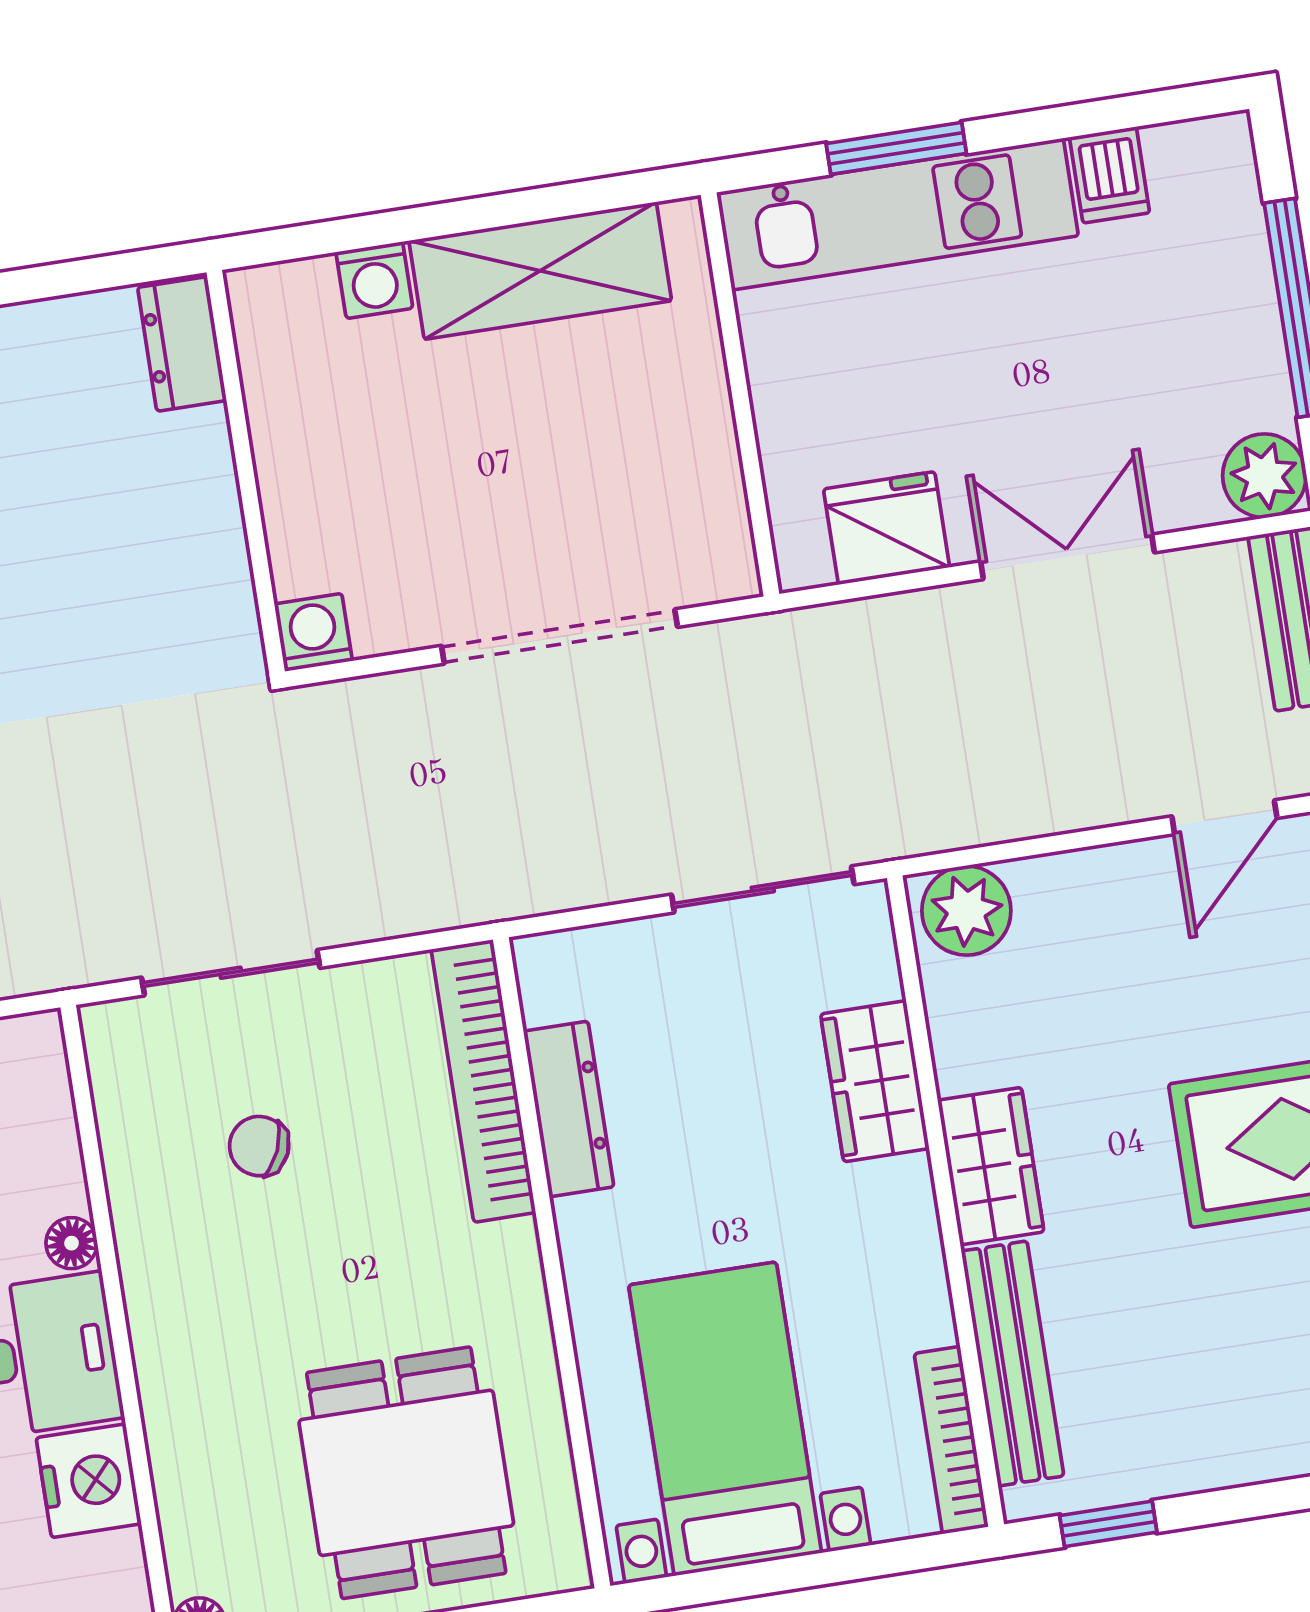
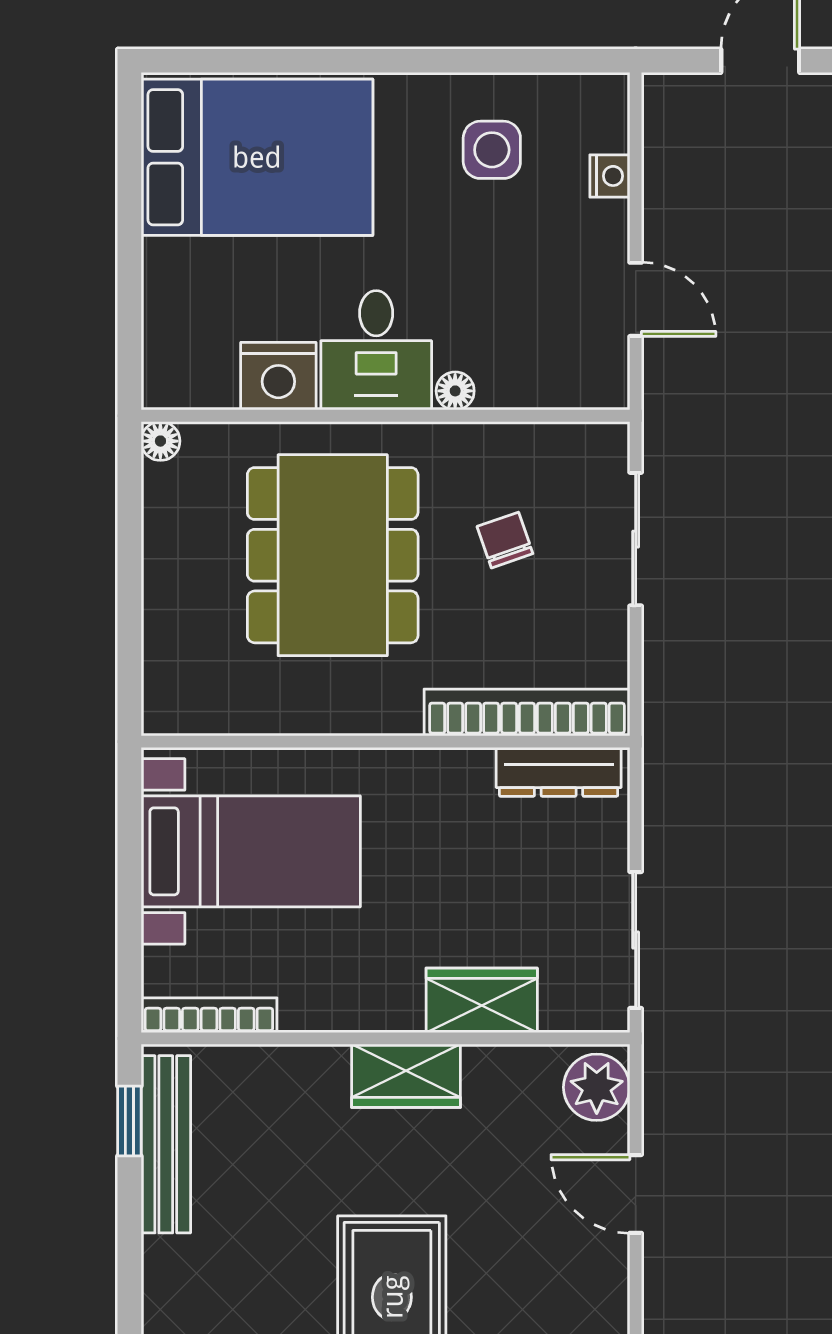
door: (1224, 817) -> (636, 1194), moved
dresser: (569, 1109) -> (559, 772), moved
chair: (259, 1146) -> (505, 540), turned -42
bench: (1013, 1364) -> (166, 1144), moved, turned 90
dining table: (406, 1473) -> (333, 555), moved, width x1.38

